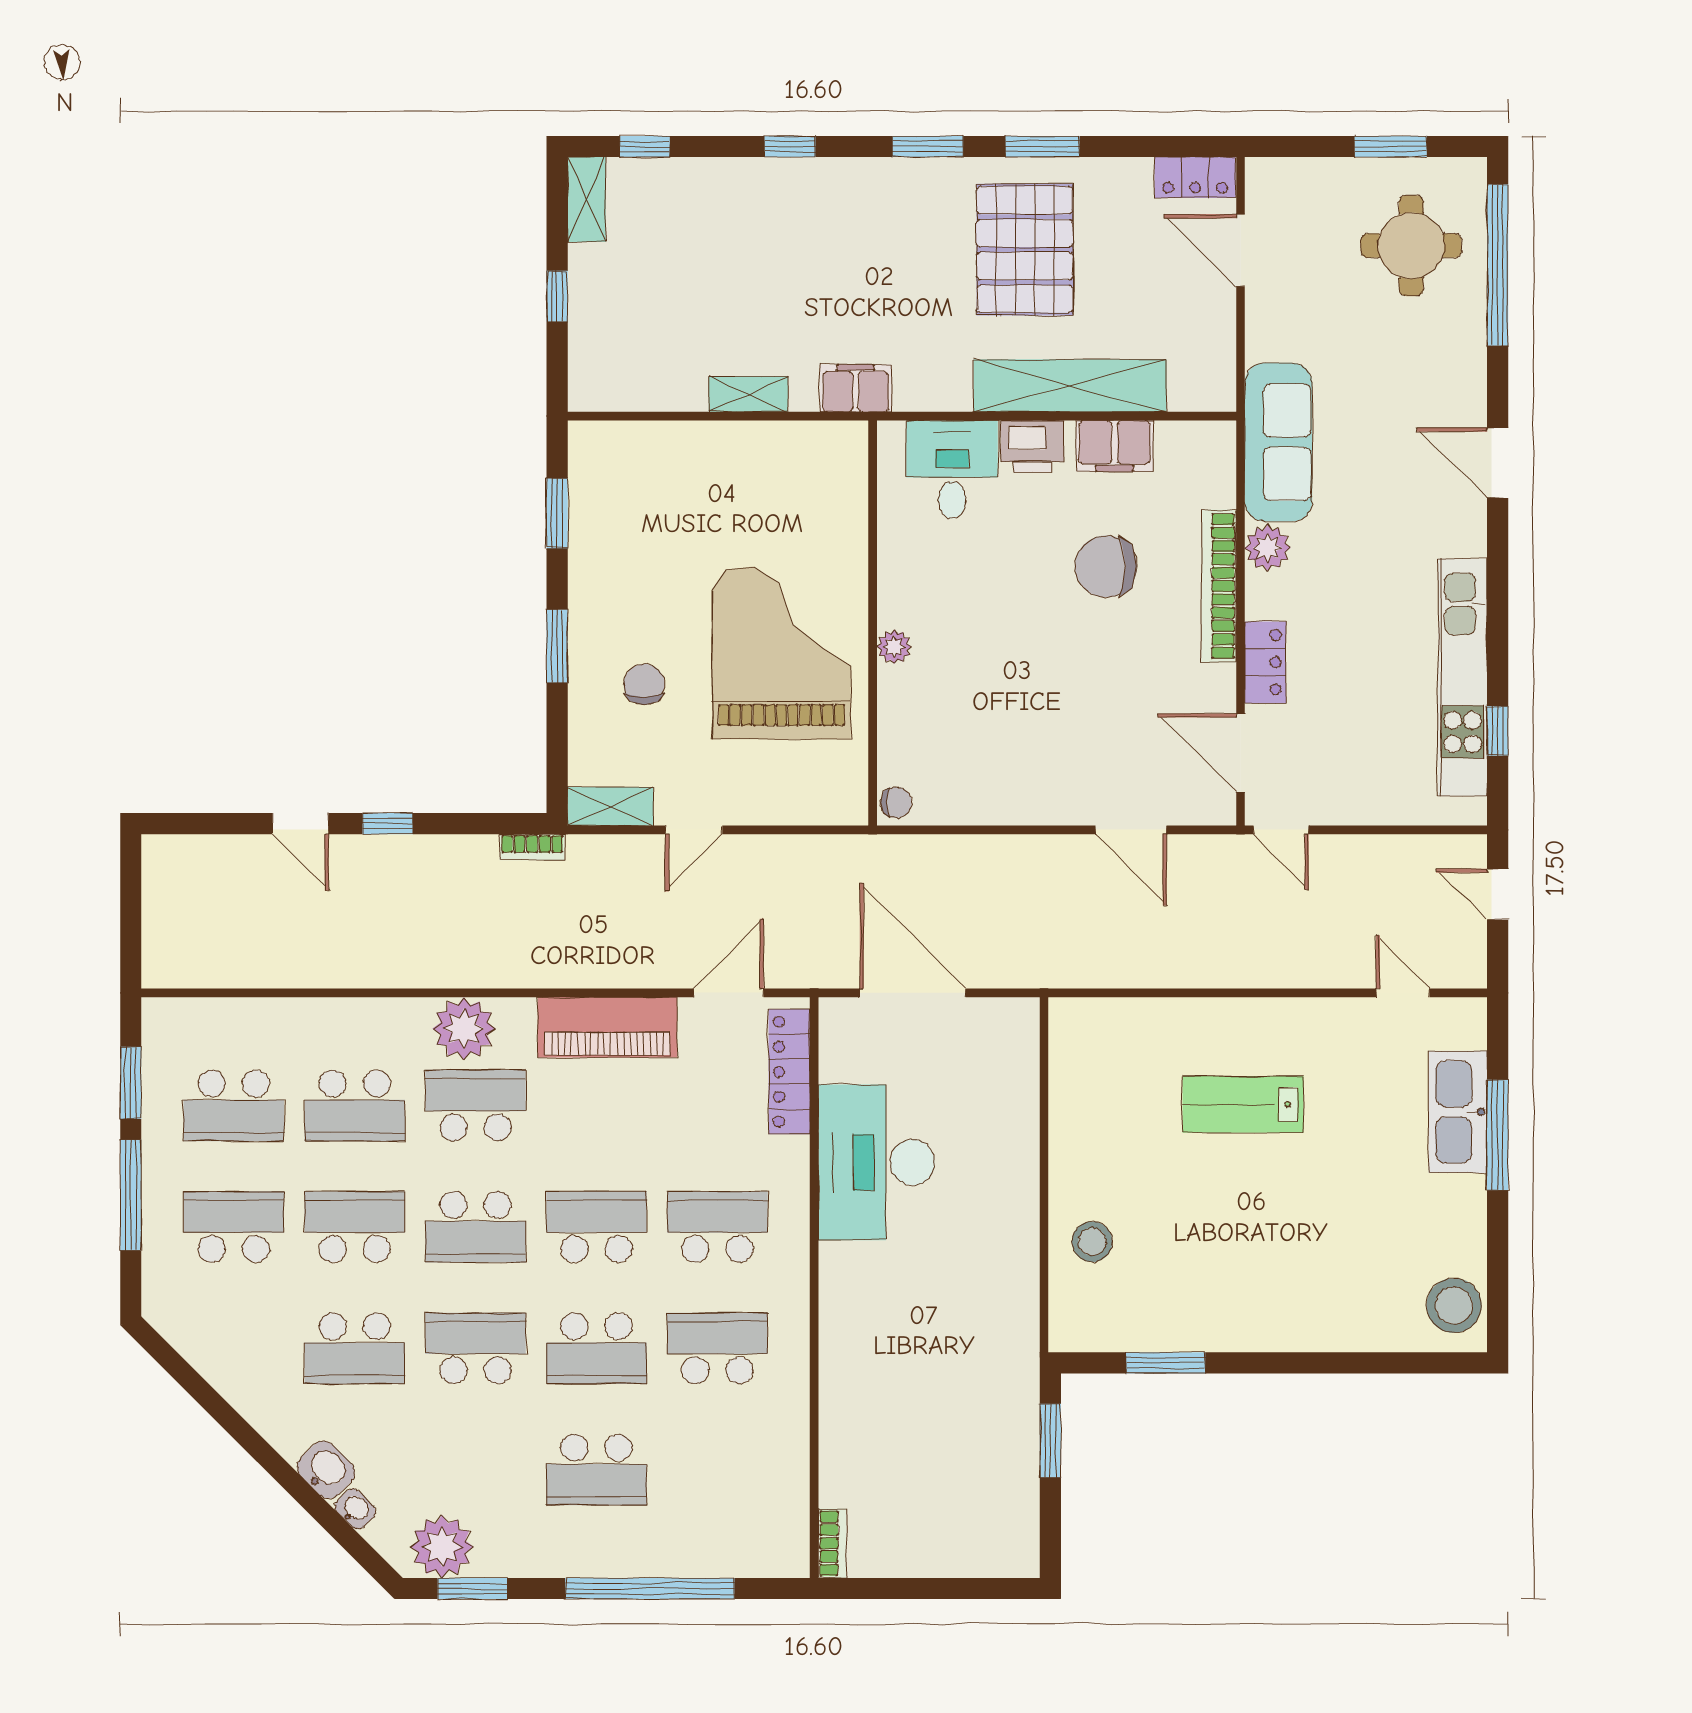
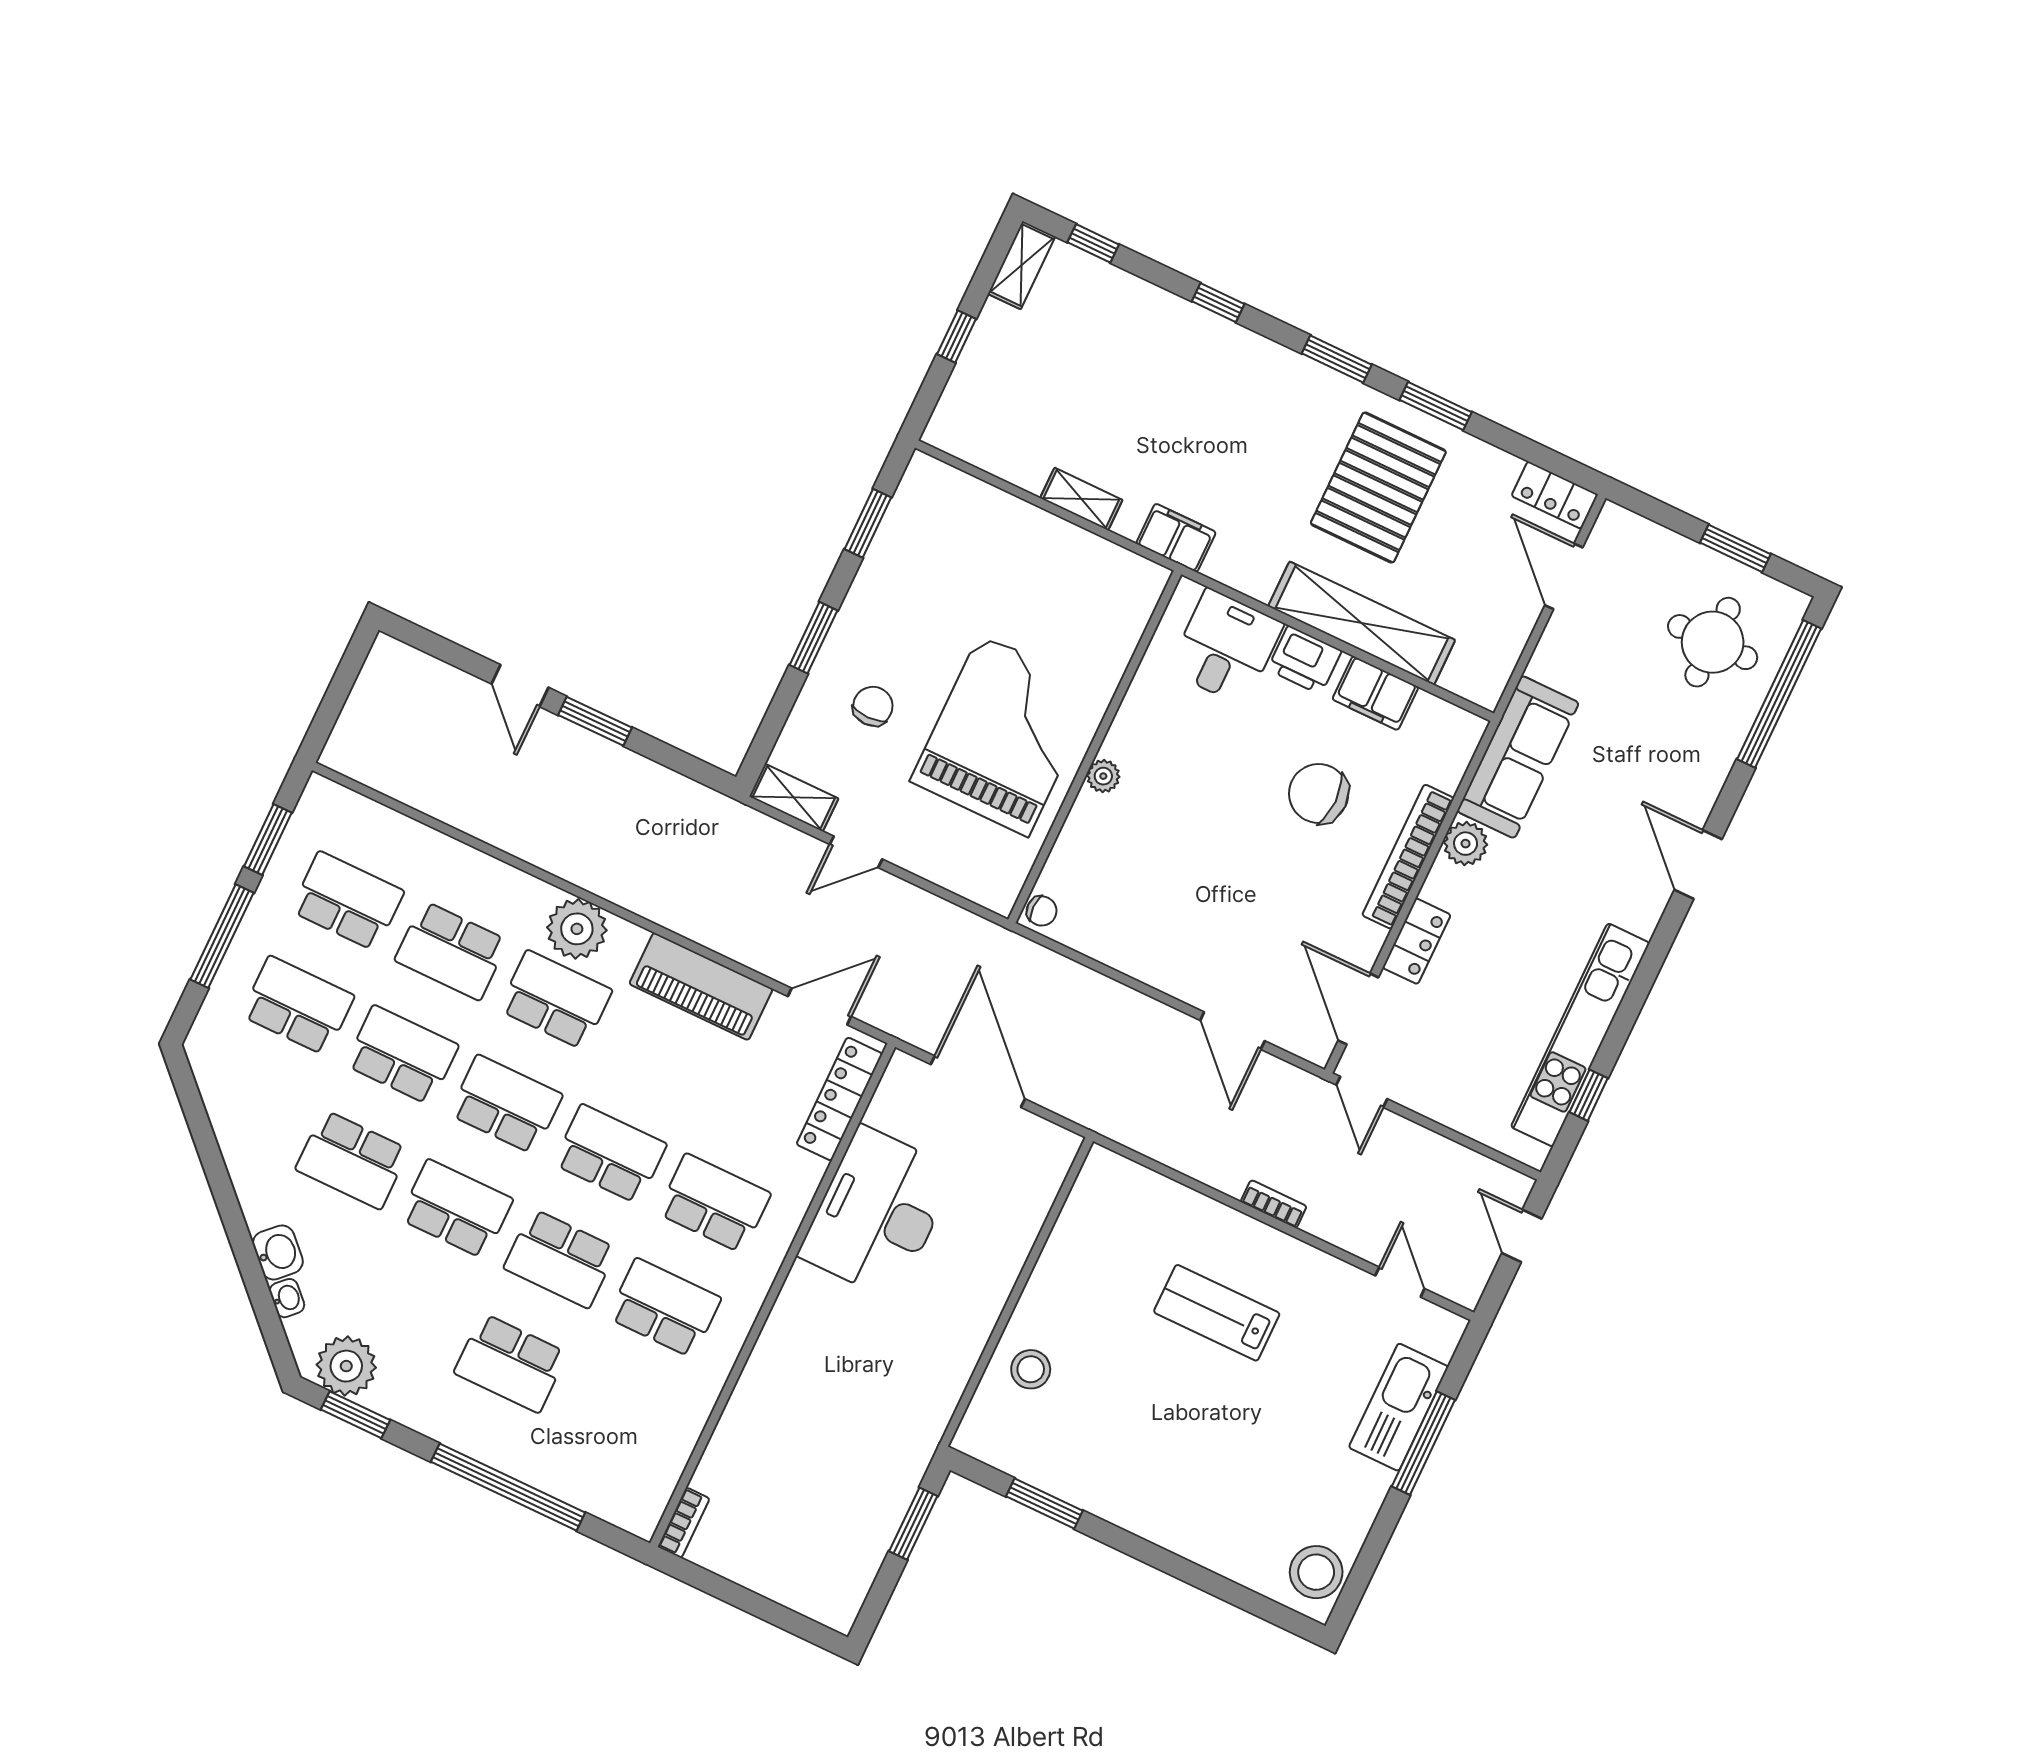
window: (388, 824) -> (595, 721), width x1.50
bookcase: (532, 847) -> (1274, 1204), moved, turned 180
school desk: (234, 1105) -> (347, 901), turned 180
school desk: (476, 1227) -> (506, 1104), turned 180

